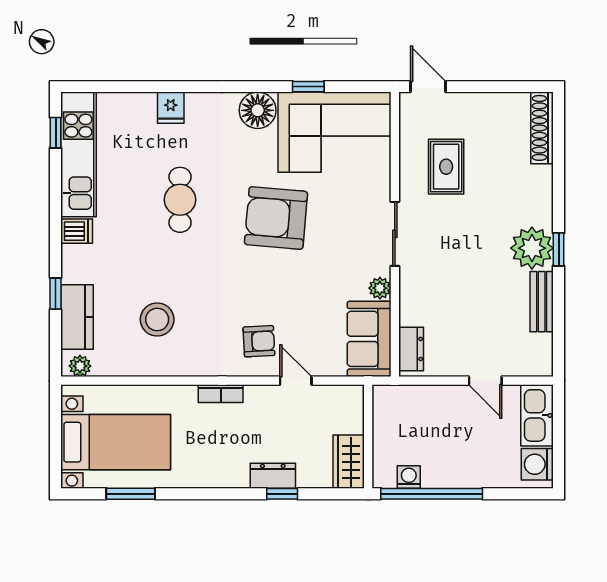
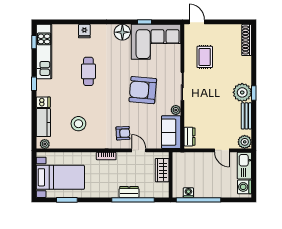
armchair: (276, 218) -> (143, 90), moved
dishwasher: (77, 231) -> (43, 102), moved
window: (56, 294) -> (34, 84), moved
plant: (538, 361) -> (245, 142), added
wardrobe: (349, 462) -> (162, 170), moved
window: (282, 494) -> (133, 200), width x3.17

